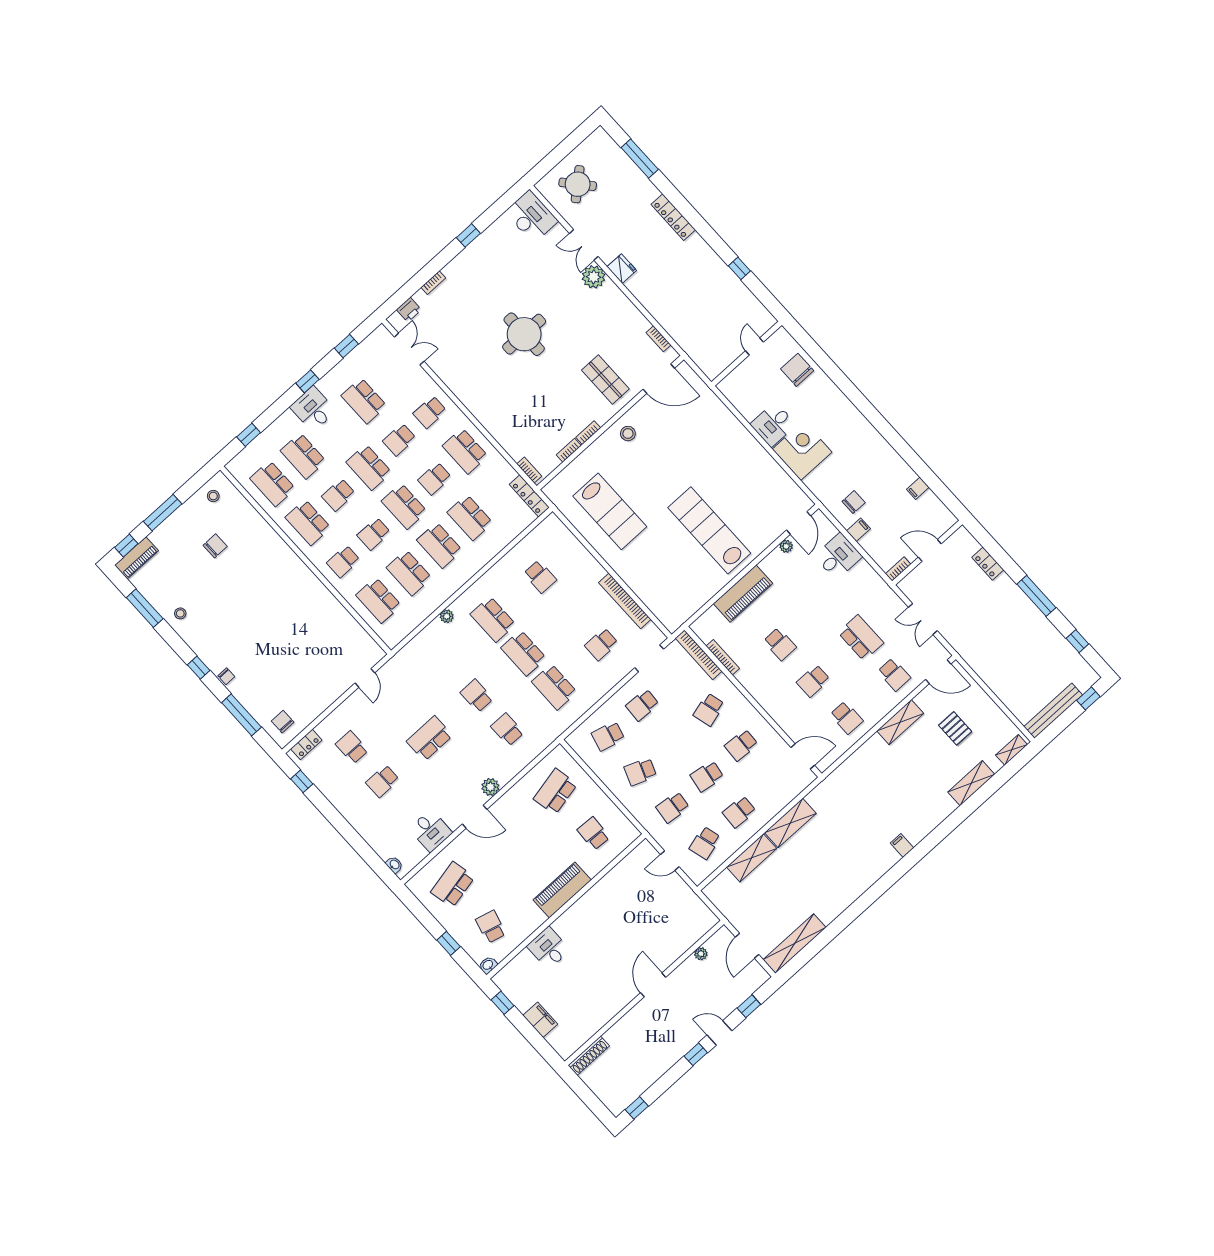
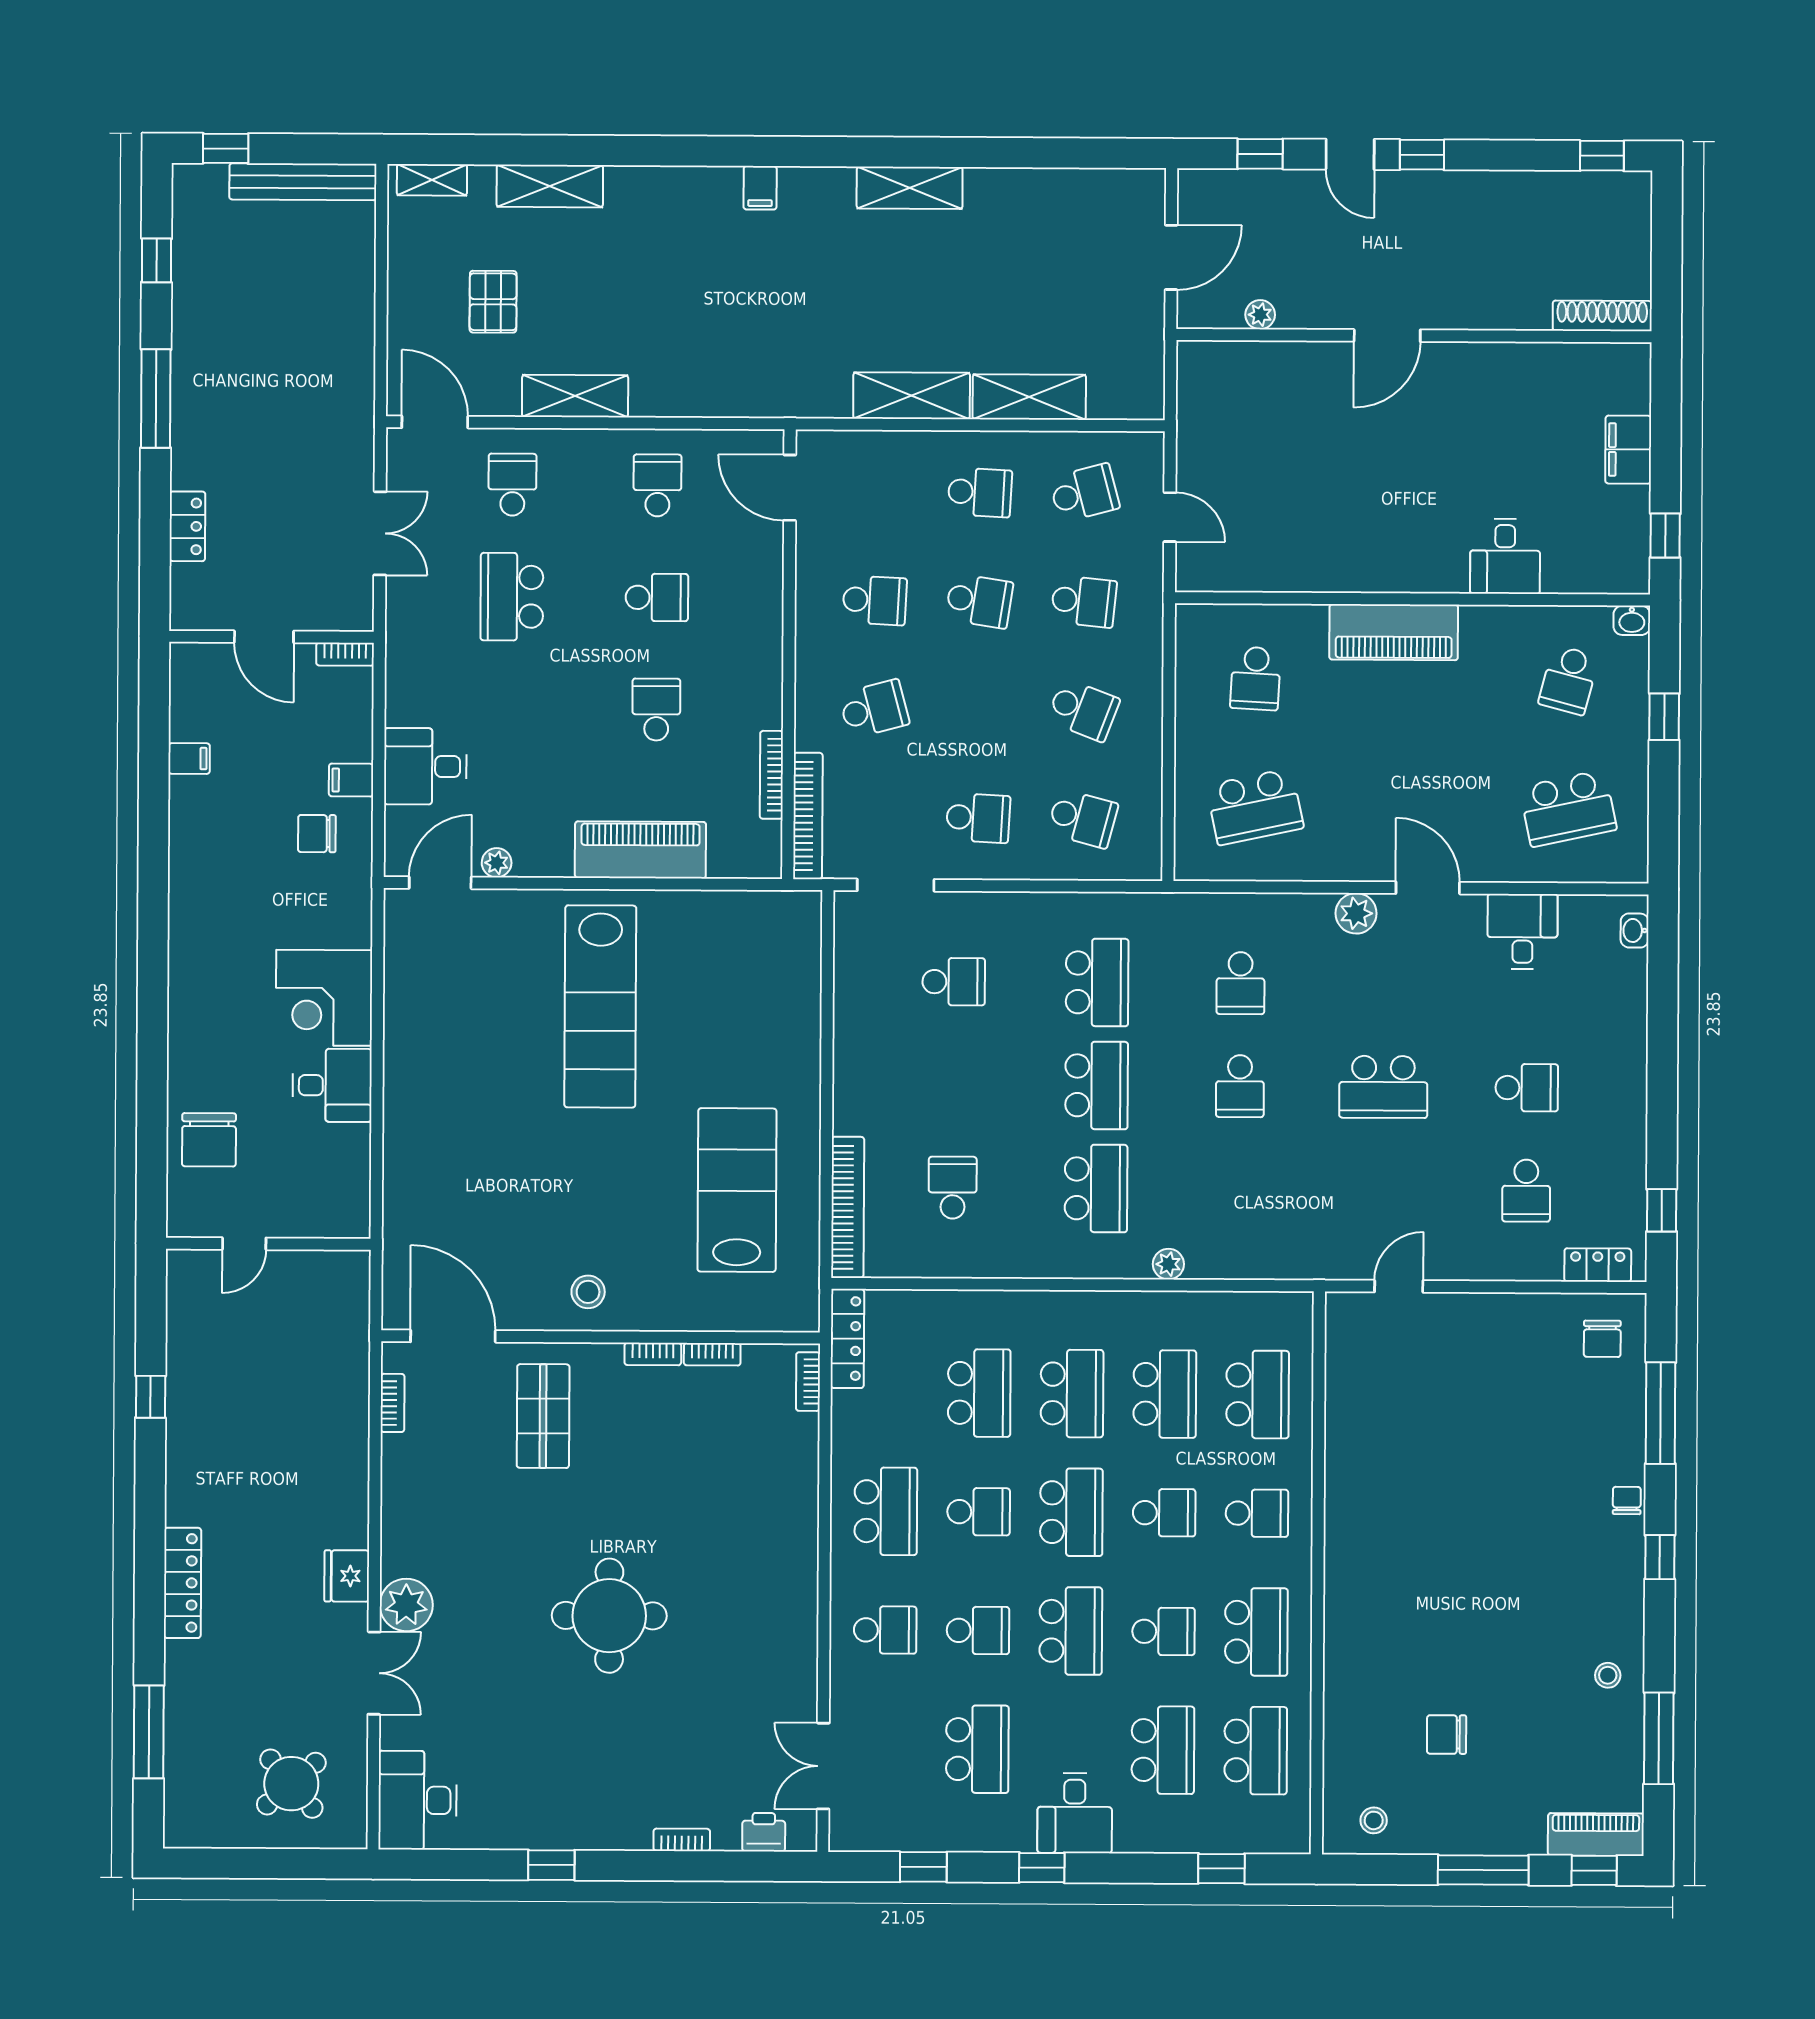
bookcase: (625, 601) -> (848, 1207), moved
shelving: (795, 944) -> (910, 188), moved, width x0.68

